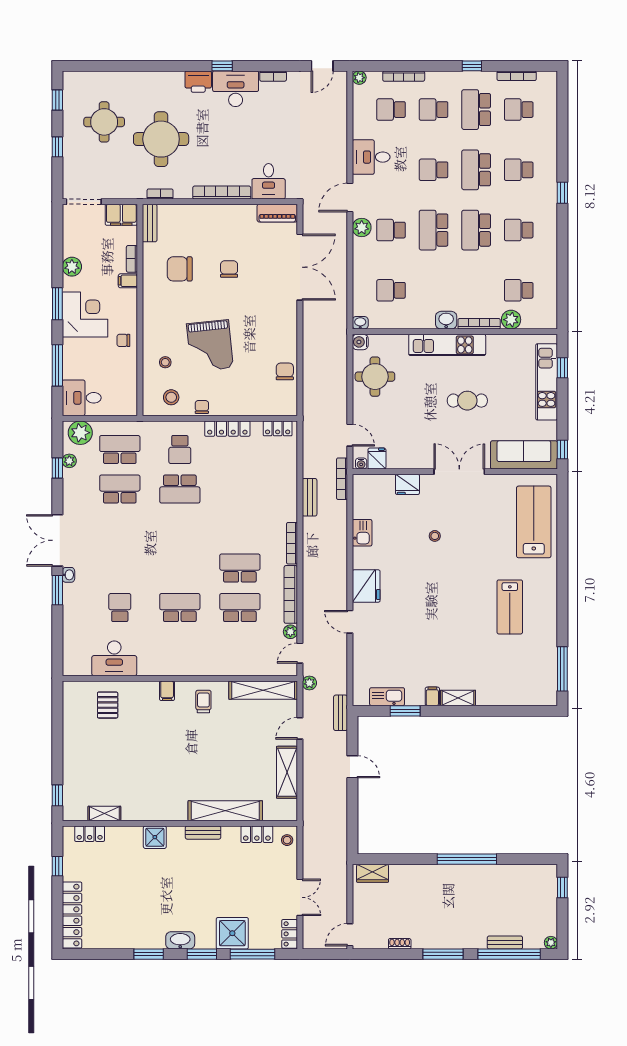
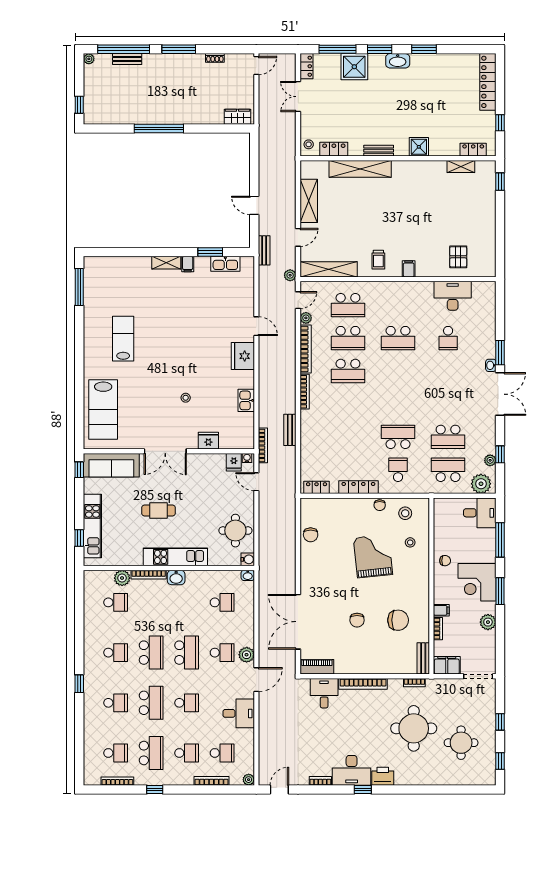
school desk: (120, 449) -> (448, 470), turned 180
school desk: (240, 647) -> (348, 305), added

